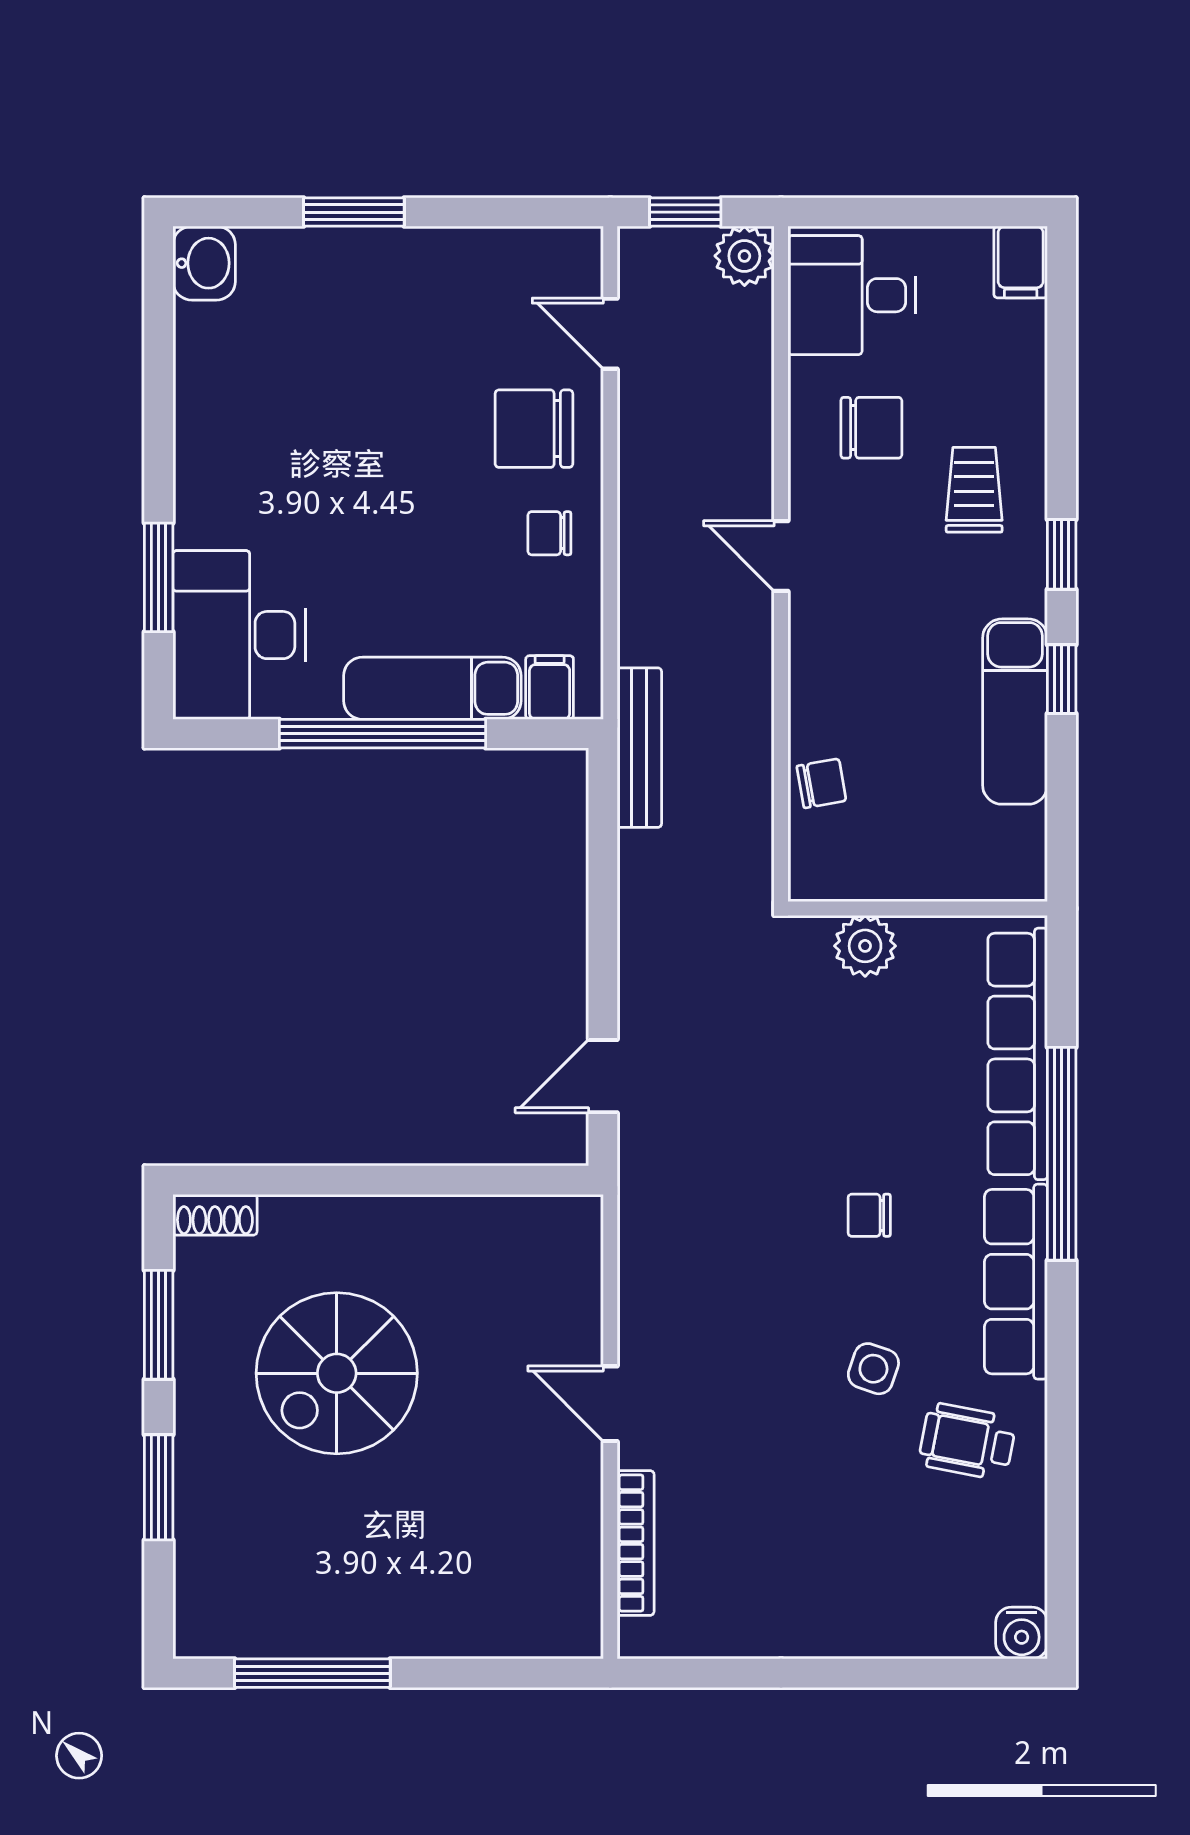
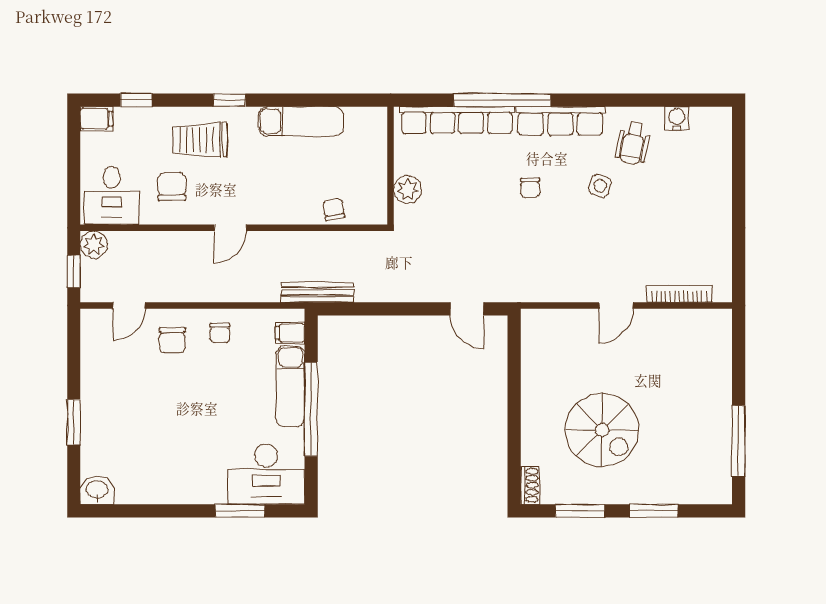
chair: (534, 429) -> (172, 340), width x0.73, depth x0.73
trolley: (974, 490) -> (200, 140), width x1.36, depth x1.39
window: (1062, 679) -> (136, 100), moved
water cooler: (1022, 1633) -> (677, 118), moved, turned -90

